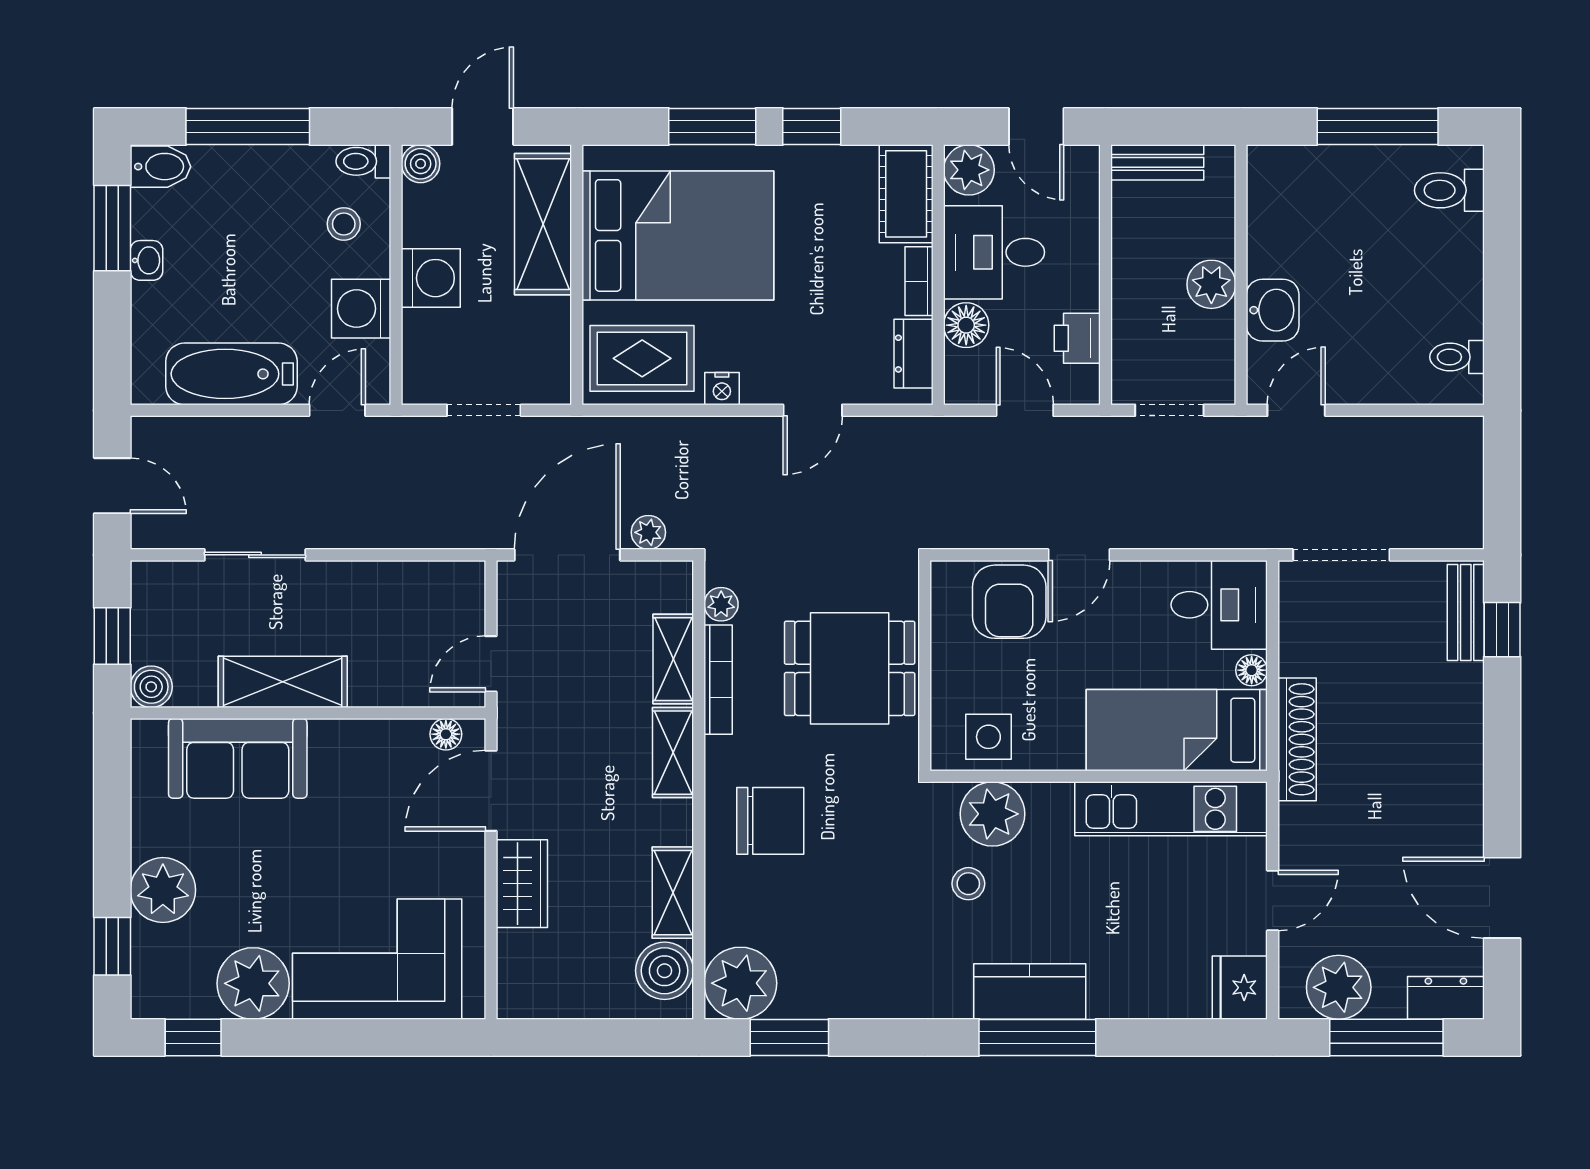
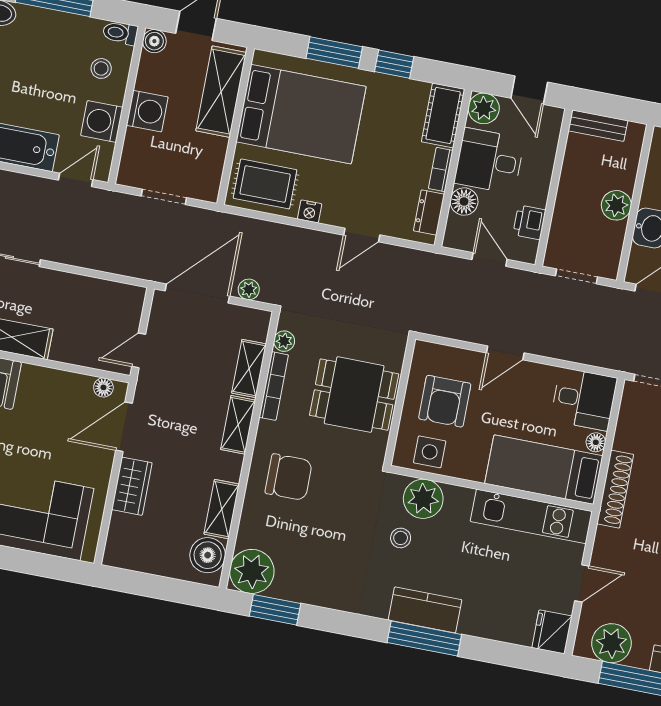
armchair: (1009, 602) -> (445, 401), moved

